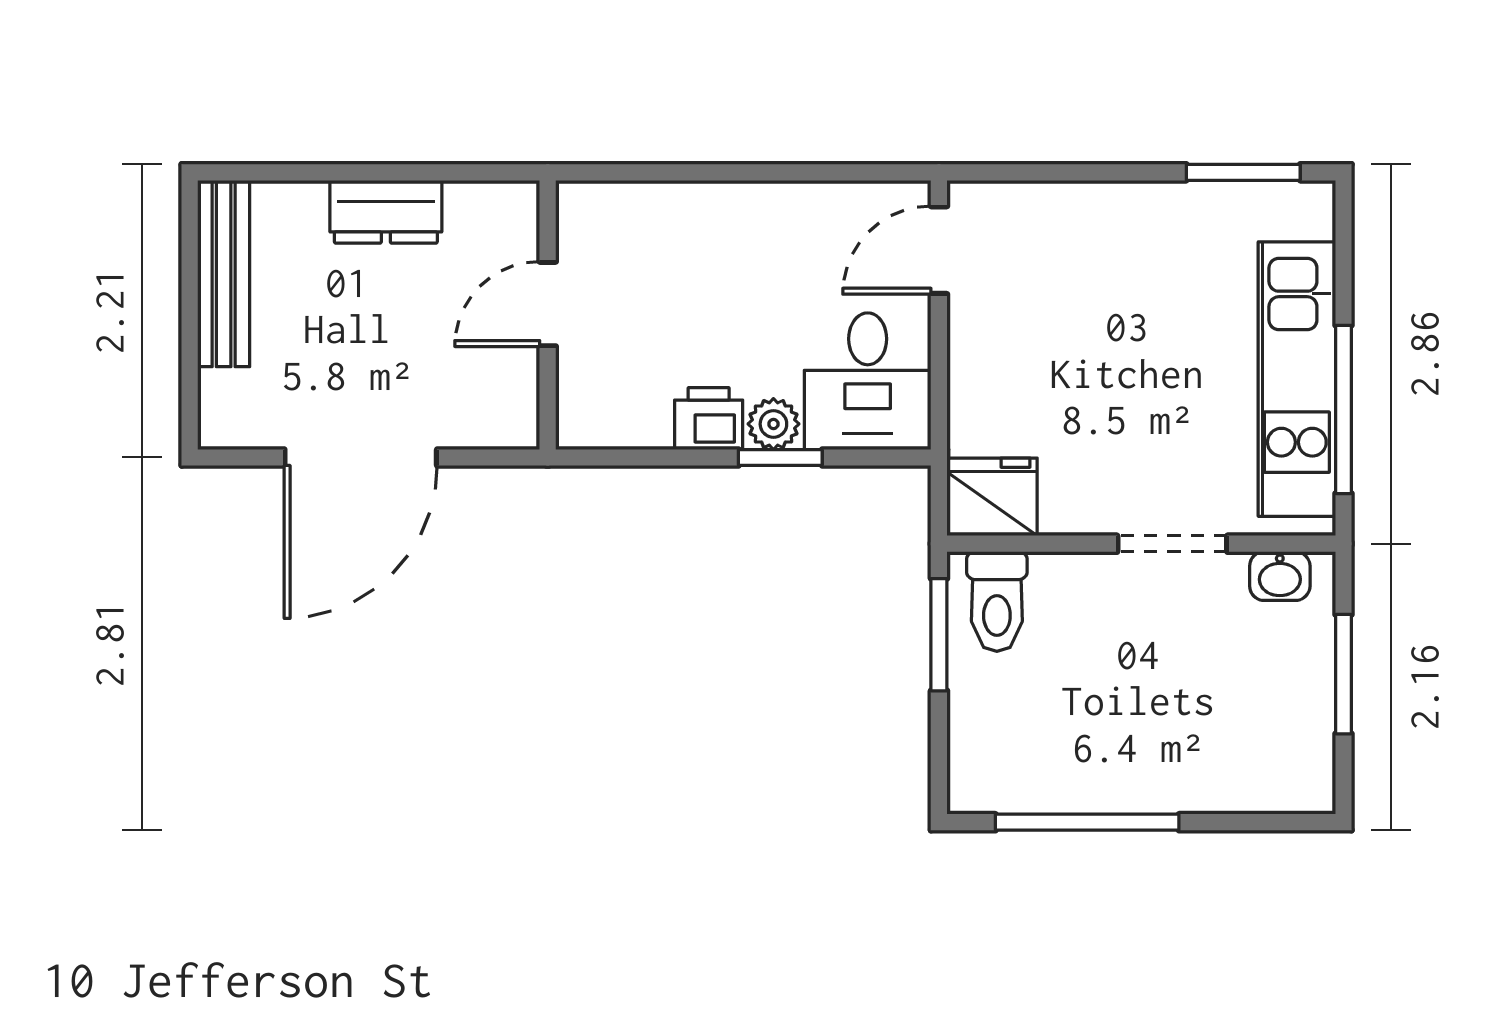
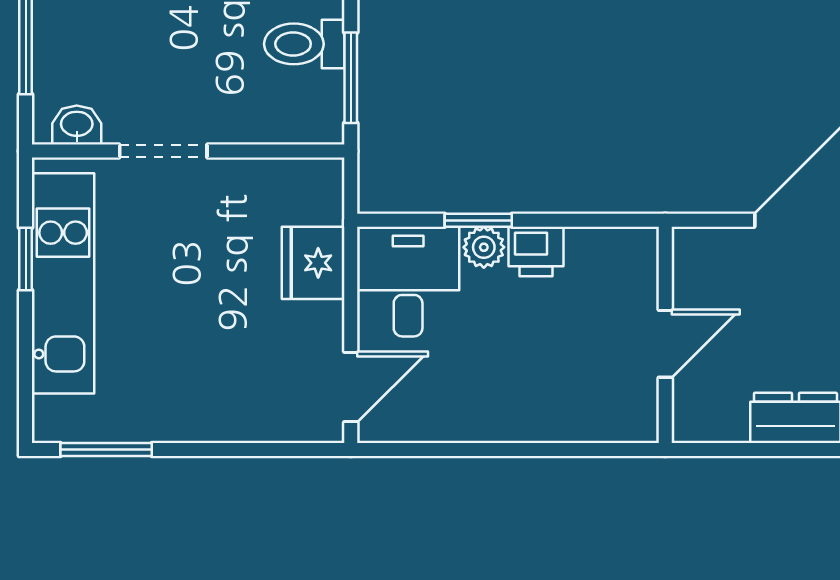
window: (1343, 409) -> (26, 259), width x0.46
fridge: (992, 497) -> (313, 263), moved, turned 90
toilet: (997, 602) -> (304, 44), moved, turned -90

